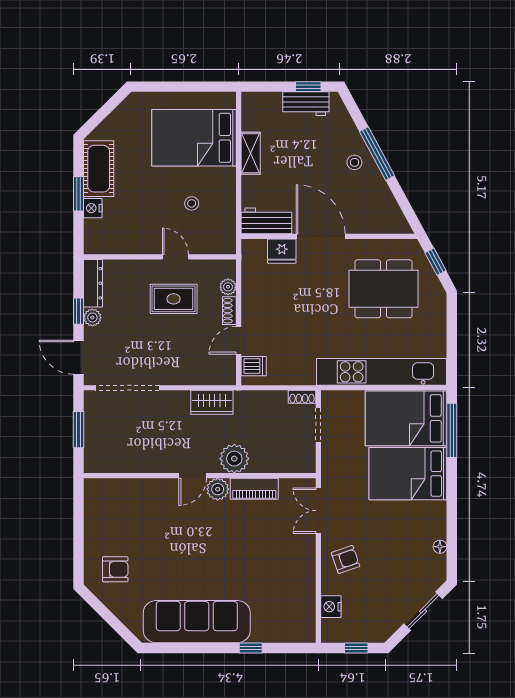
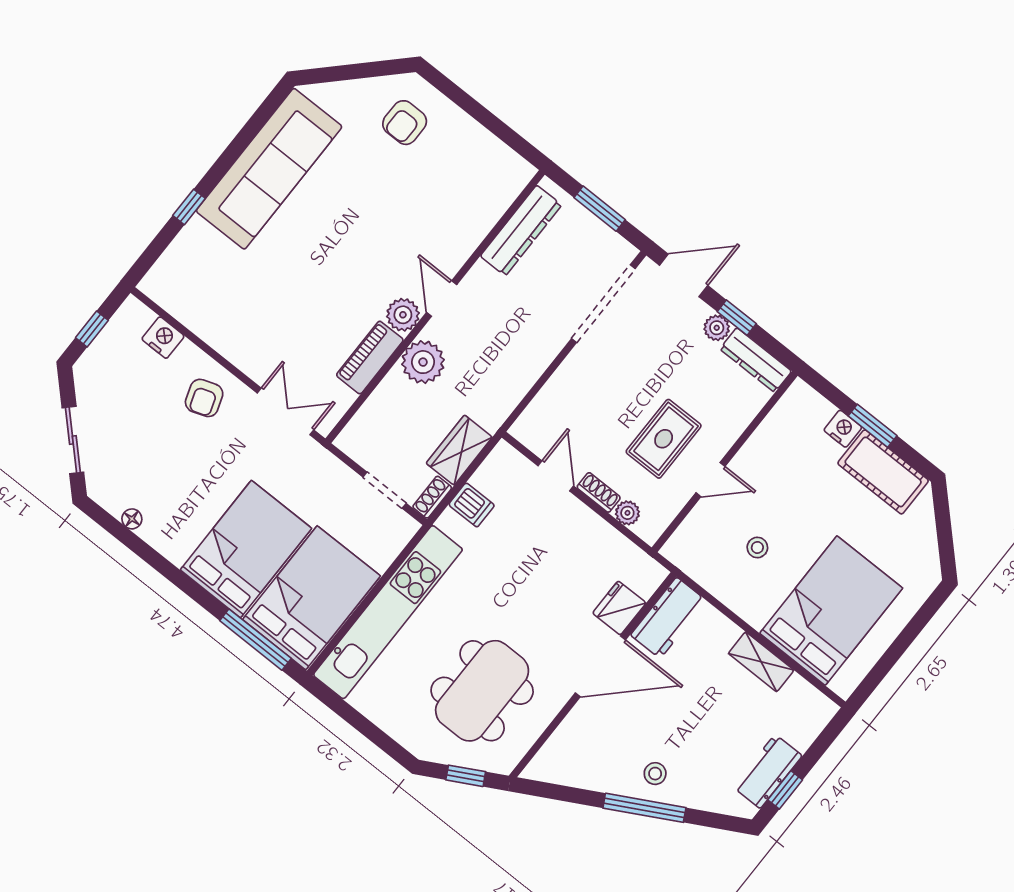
dishwasher: (254, 366) -> (472, 505), moved, turned -90
wardrobe: (212, 402) -> (459, 450), moved
dresser: (123, 462) -> (521, 230), added

